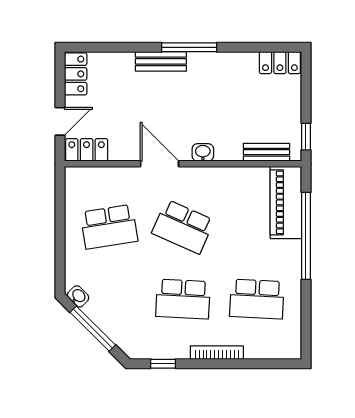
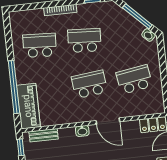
school desk: (183, 227) -> (89, 84), turned -30

